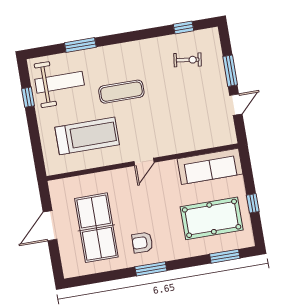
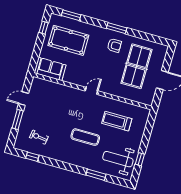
treadmill: (87, 136) -> (117, 121), width x0.73, depth x0.73
sofa: (210, 166) -> (50, 69), width x0.73
window: (253, 203) -> (44, 28), moved

